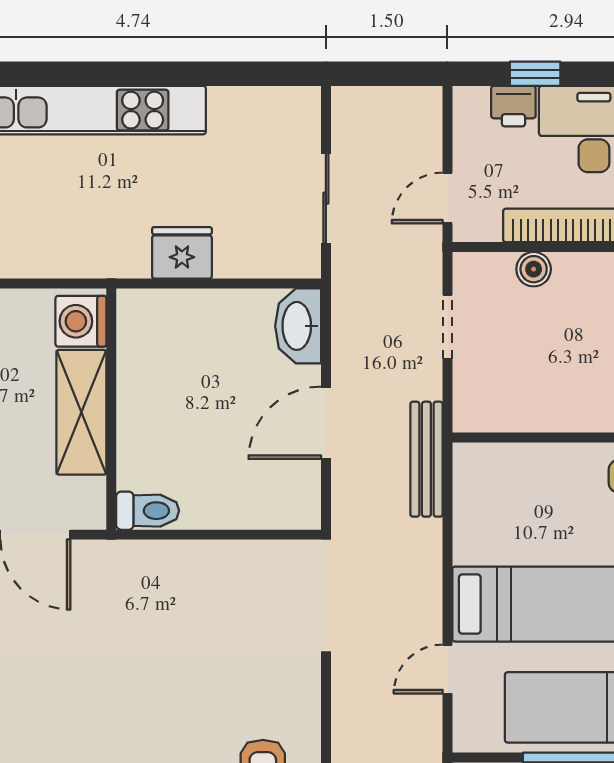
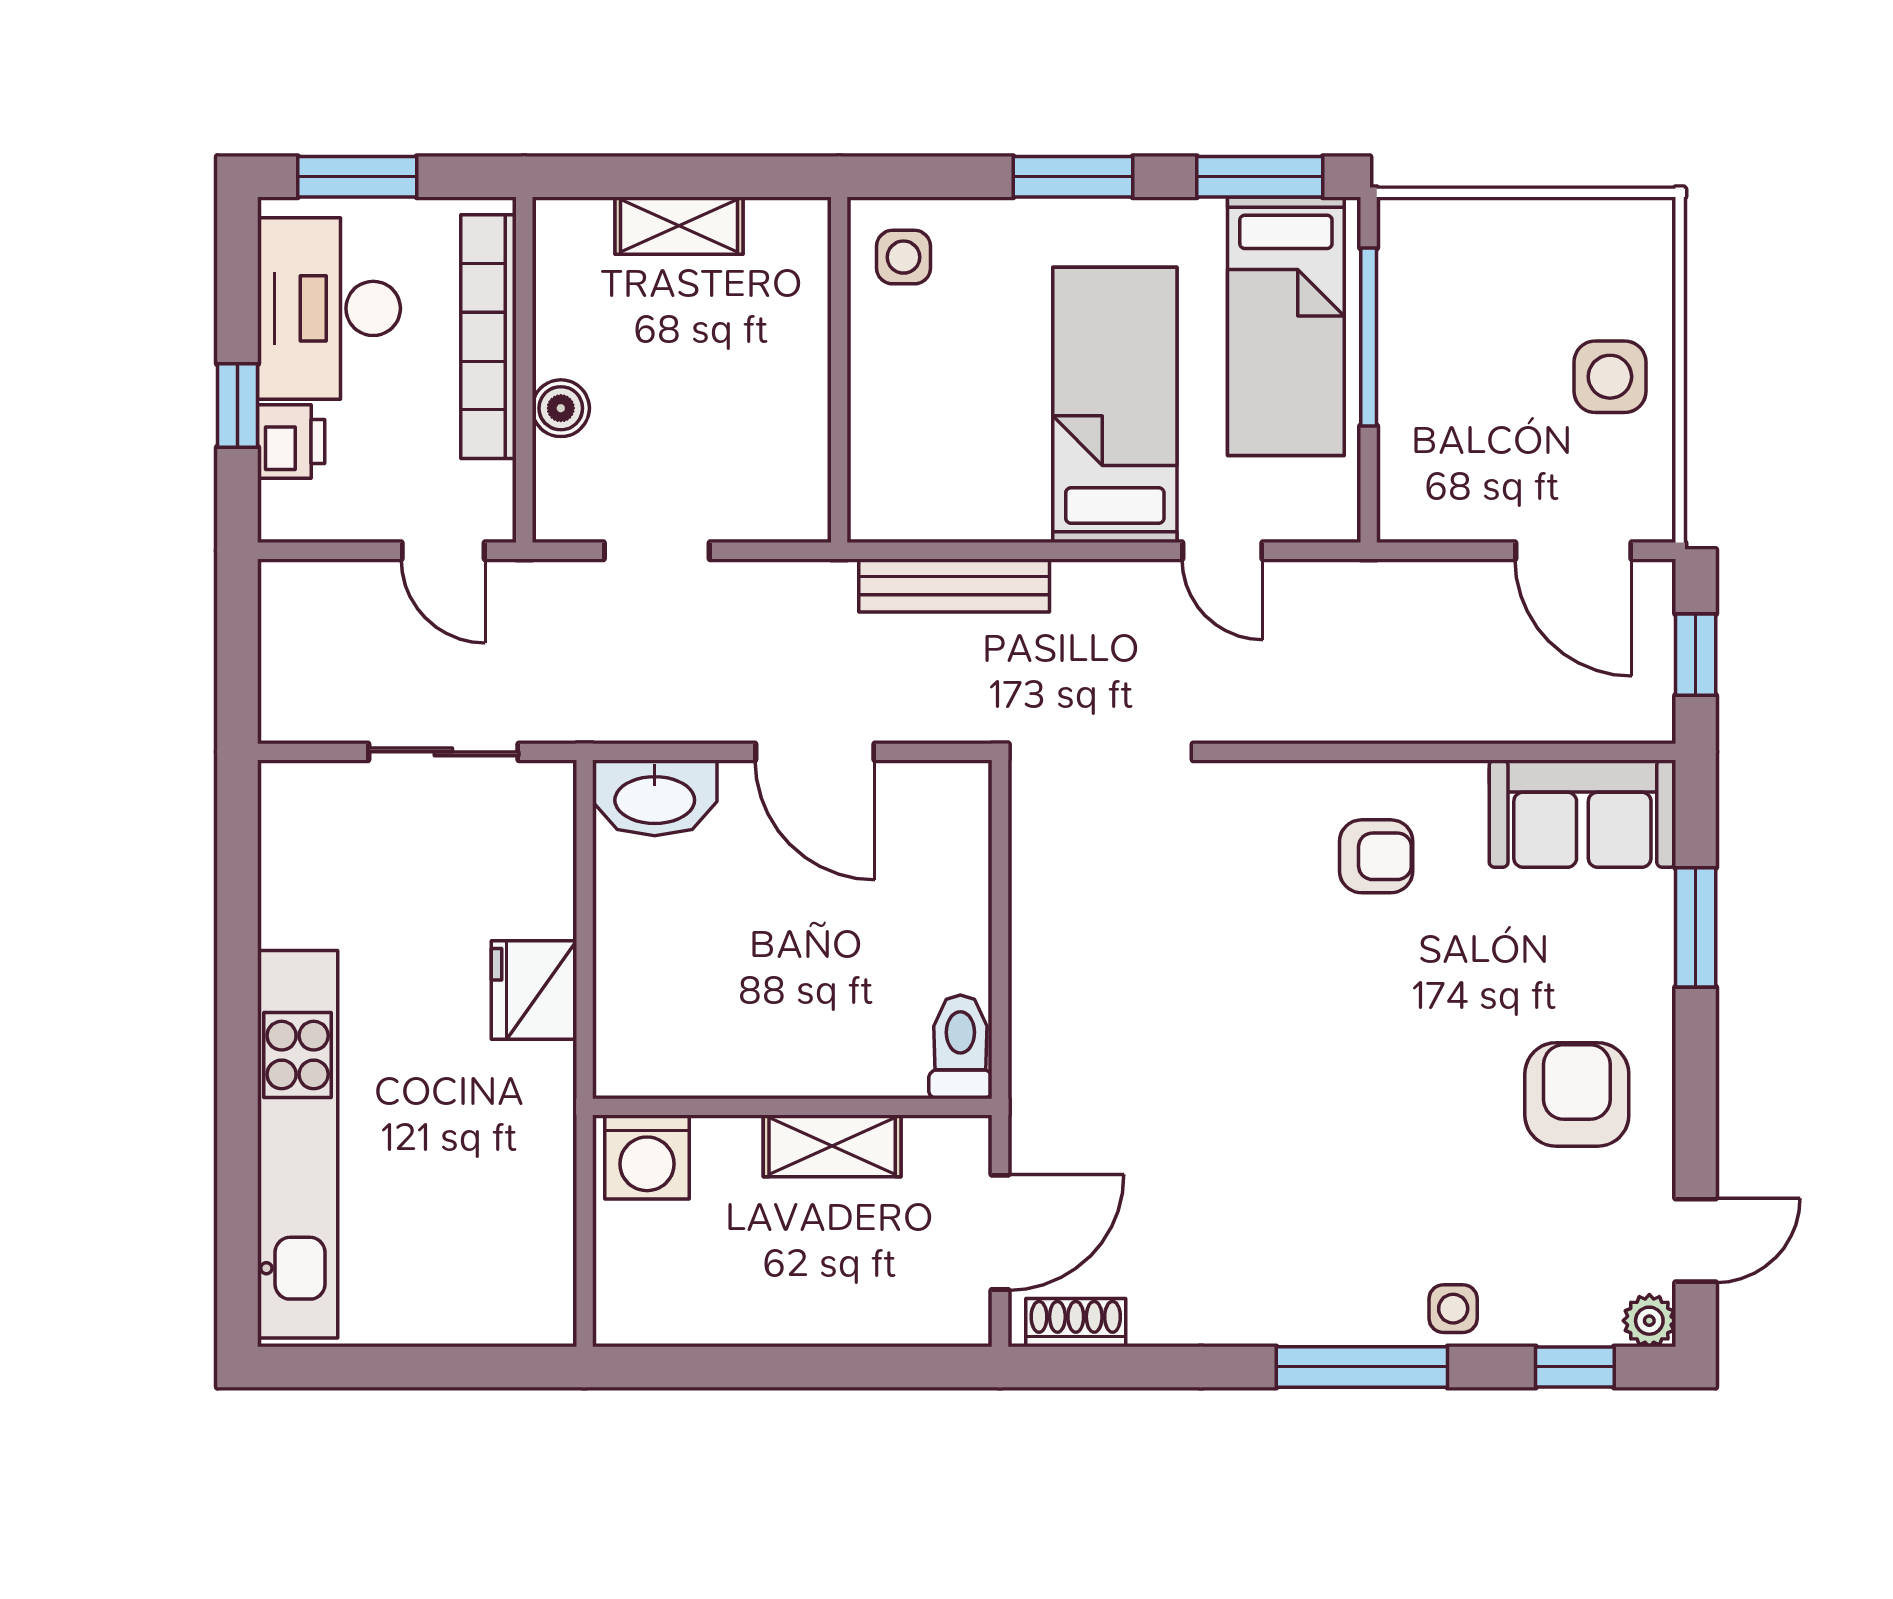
shelving: (81, 412) -> (832, 1146), width x0.67, depth x0.75
bench: (426, 459) -> (954, 585), moved

